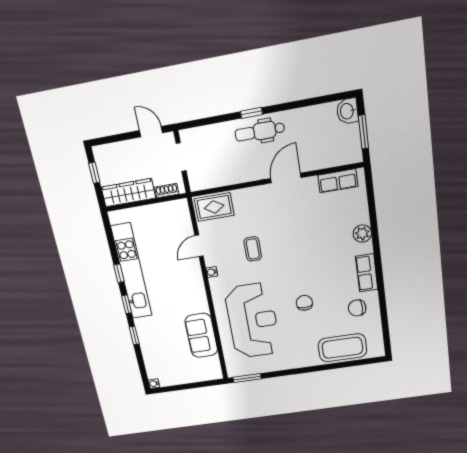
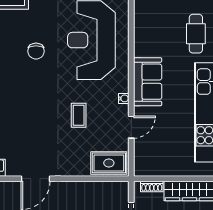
sofa: (201, 335) -> (148, 82), moved
cafe table: (157, 341) -> (196, 34), added

